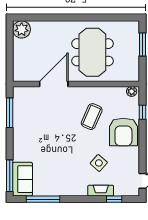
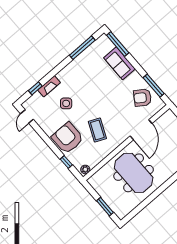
armchair: (28, 111) -> (142, 98), added
sofa: (22, 179) -> (120, 63), moved

